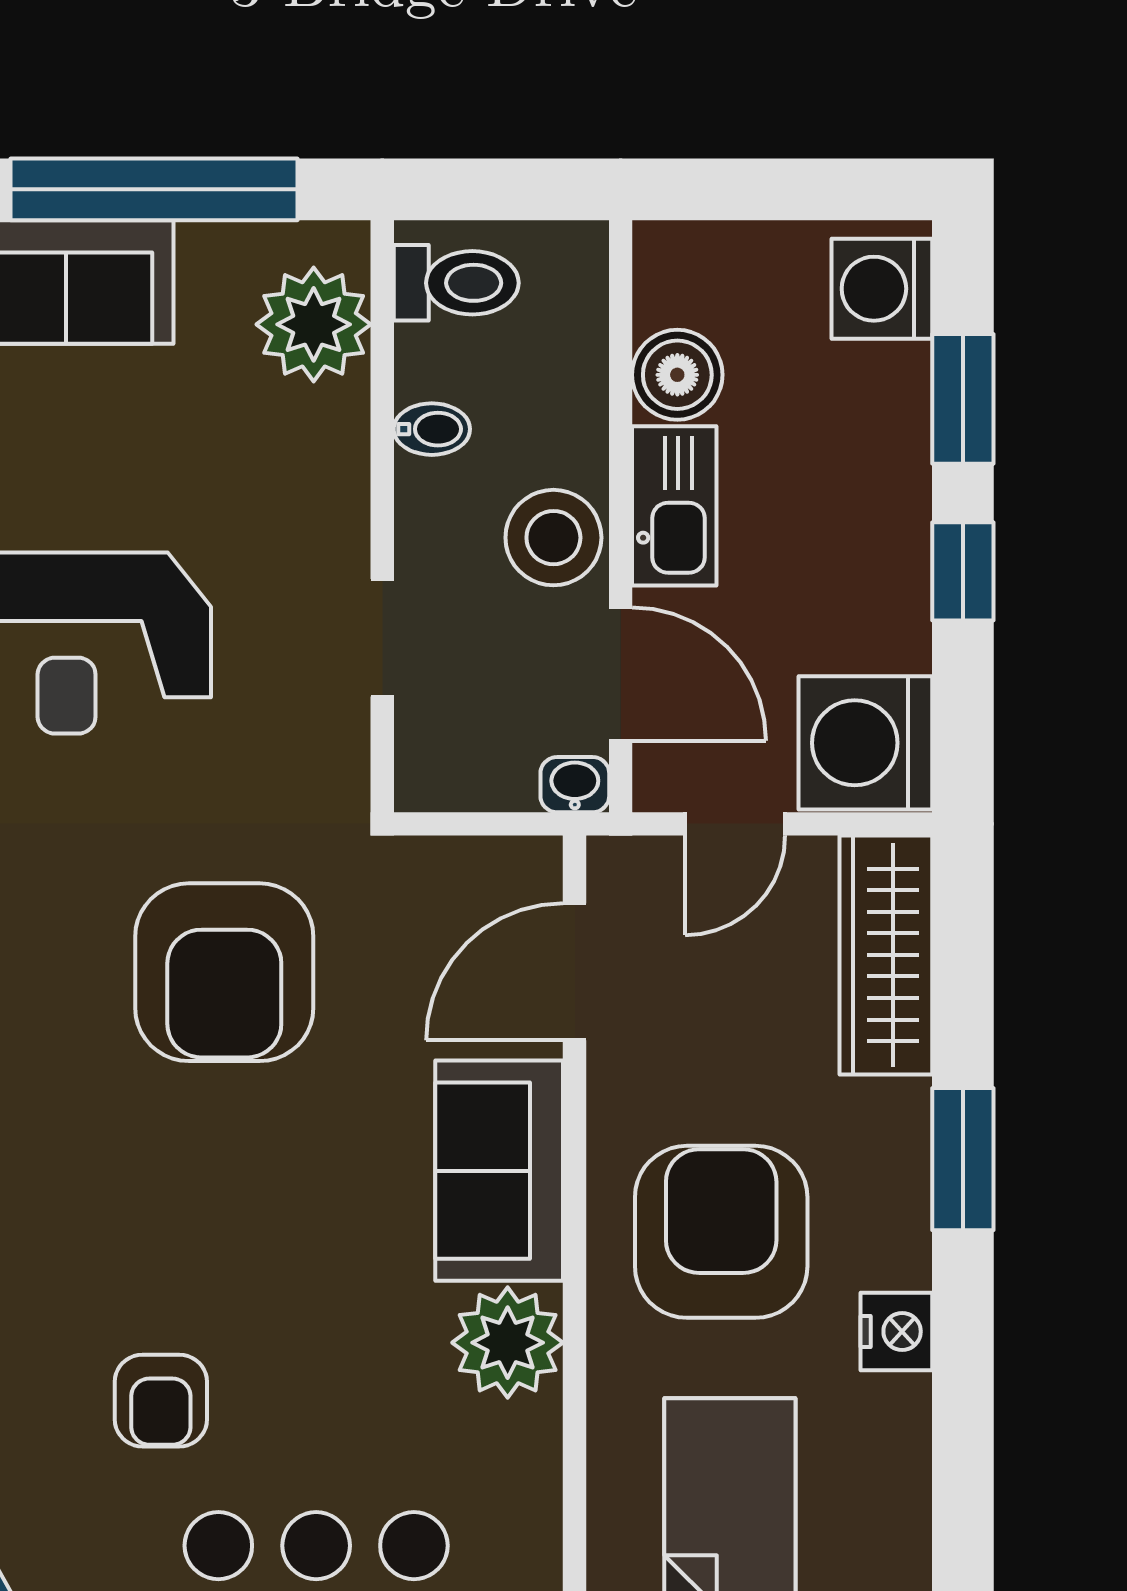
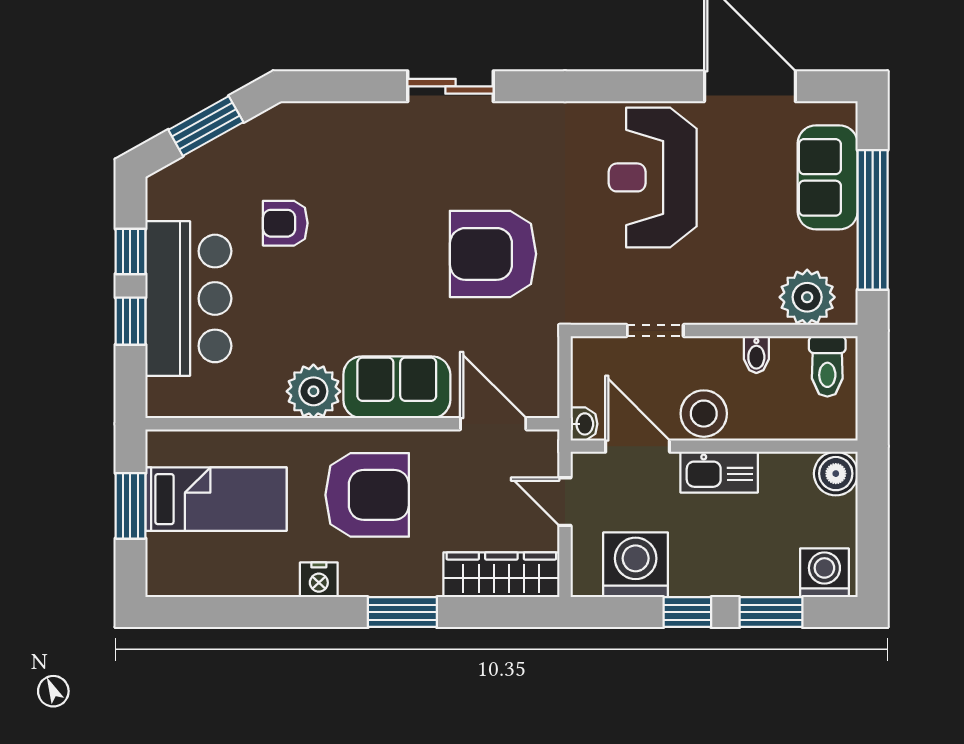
boiler: (677, 375) -> (836, 474), moved
door: (621, 674) -> (638, 446), swing flipped
washing machine: (865, 743) -> (636, 565), moved

